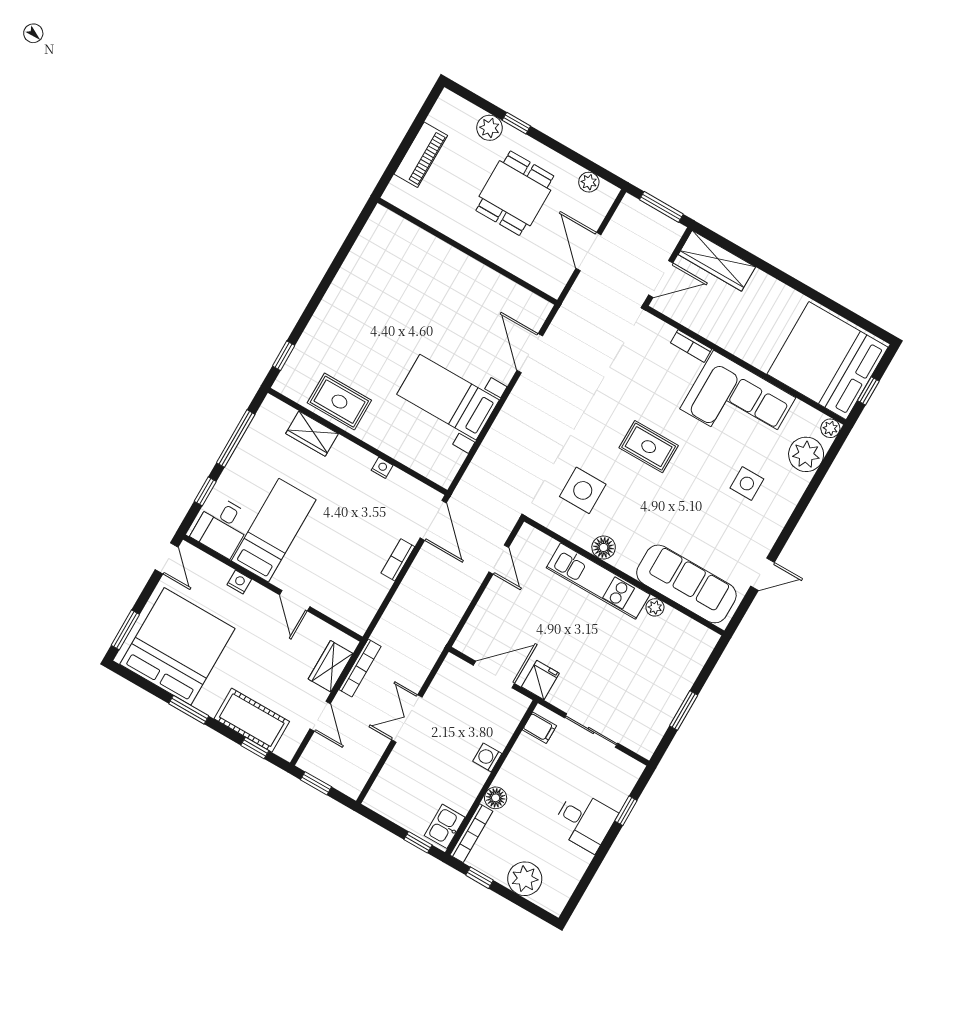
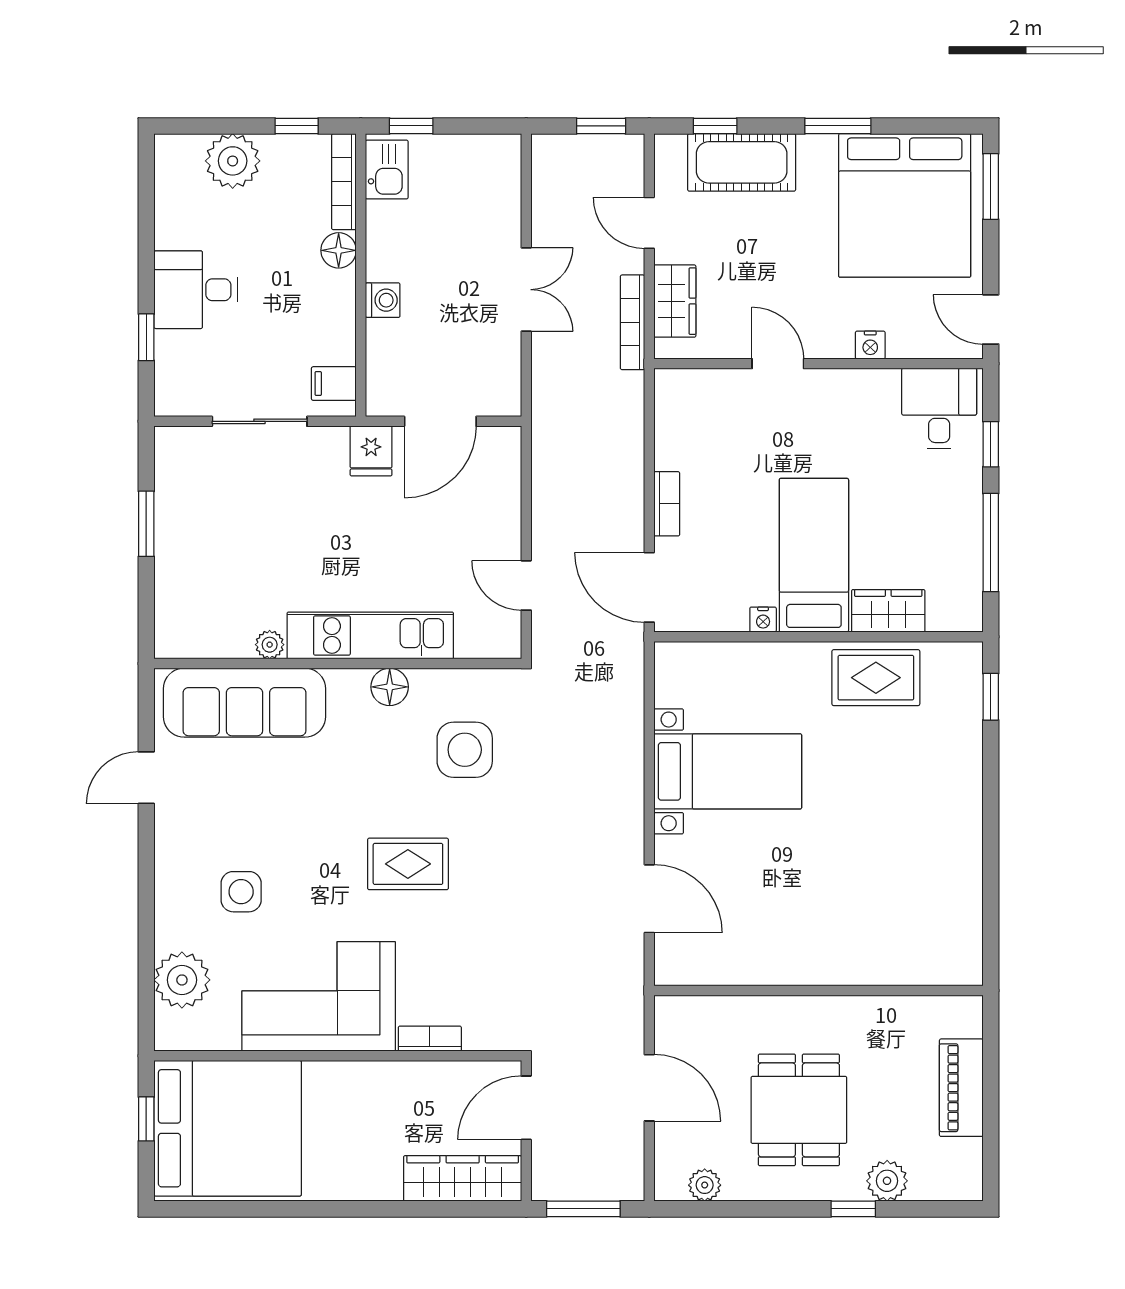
plant: (830, 428) -> (169, 1036), removed
bed: (274, 530) -> (814, 555), moved, turned 180

